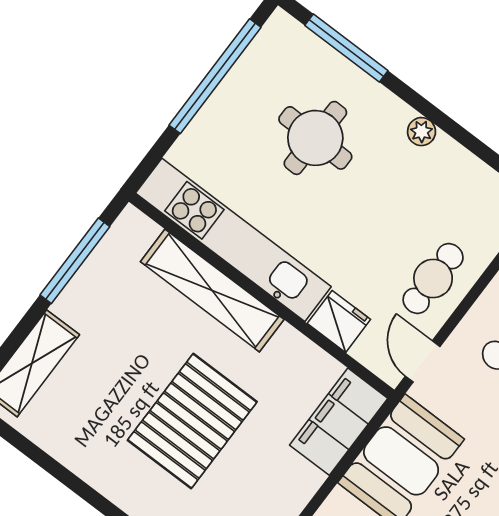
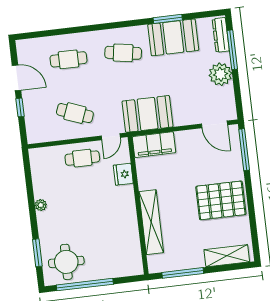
window: (346, 48) -> (37, 253), width x0.69
round table: (315, 138) -> (66, 262), moved
kitchen unit: (233, 240) -> (129, 231), removed
pallet: (192, 421) -> (221, 200), moved

